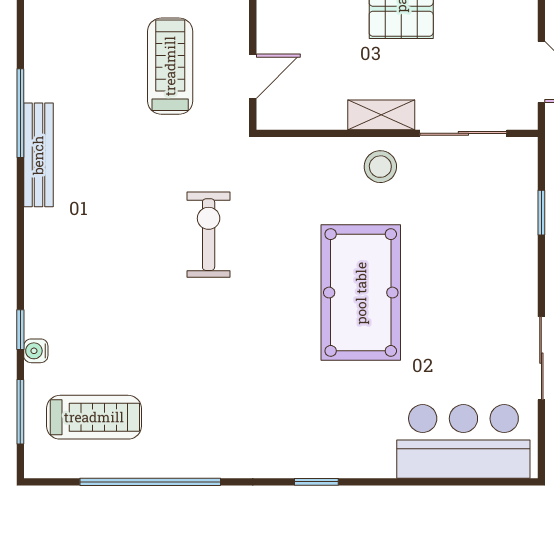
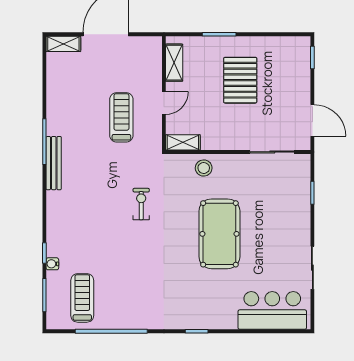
door: (253, 76) -> (164, 103), moved
shelving: (381, 115) -> (183, 142), moved
stool: (380, 167) -> (204, 168), moved
exercise bike: (209, 235) -> (141, 204), width x0.73, depth x0.72
treadmill: (94, 417) -> (82, 298), turned -90

